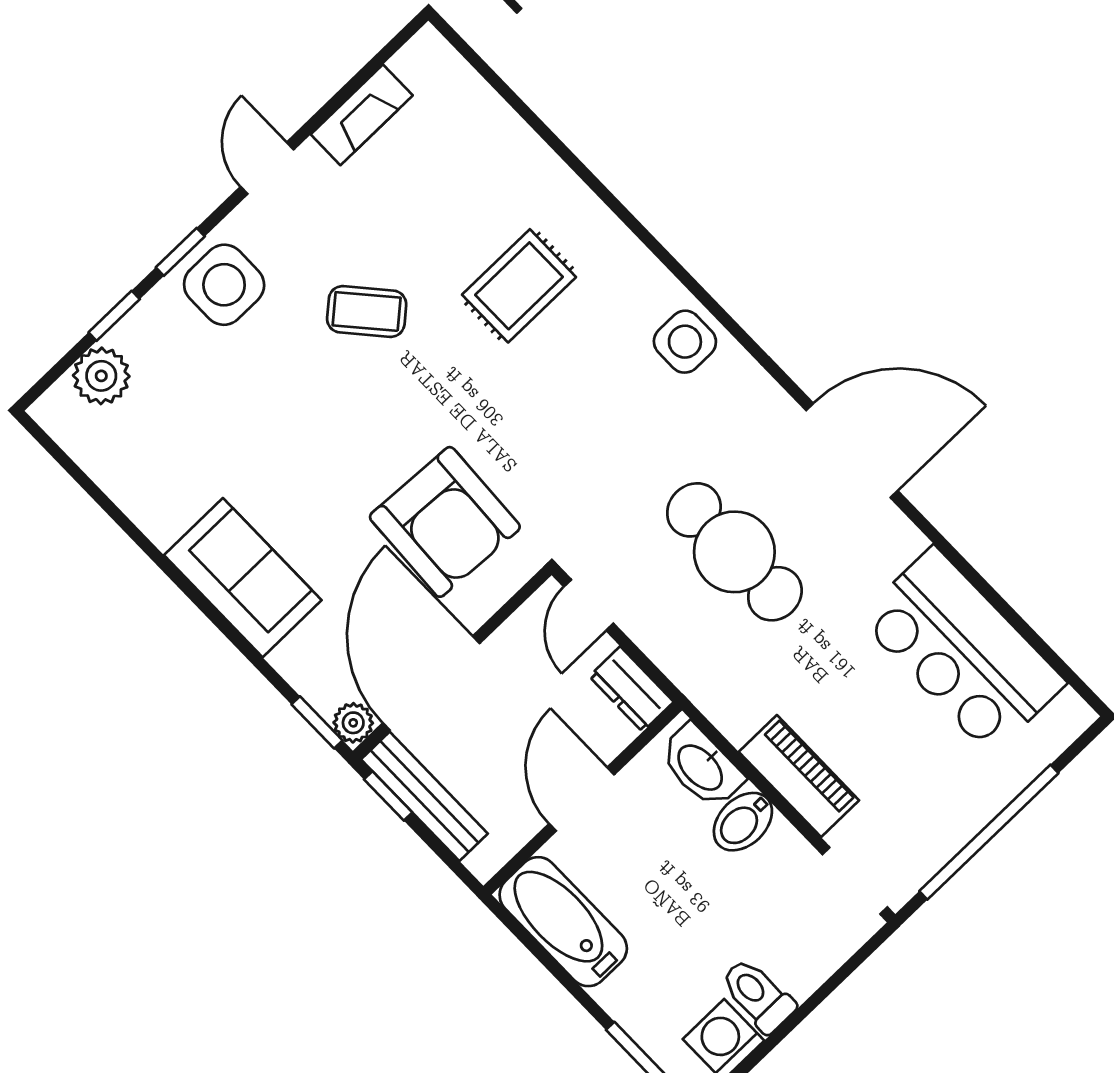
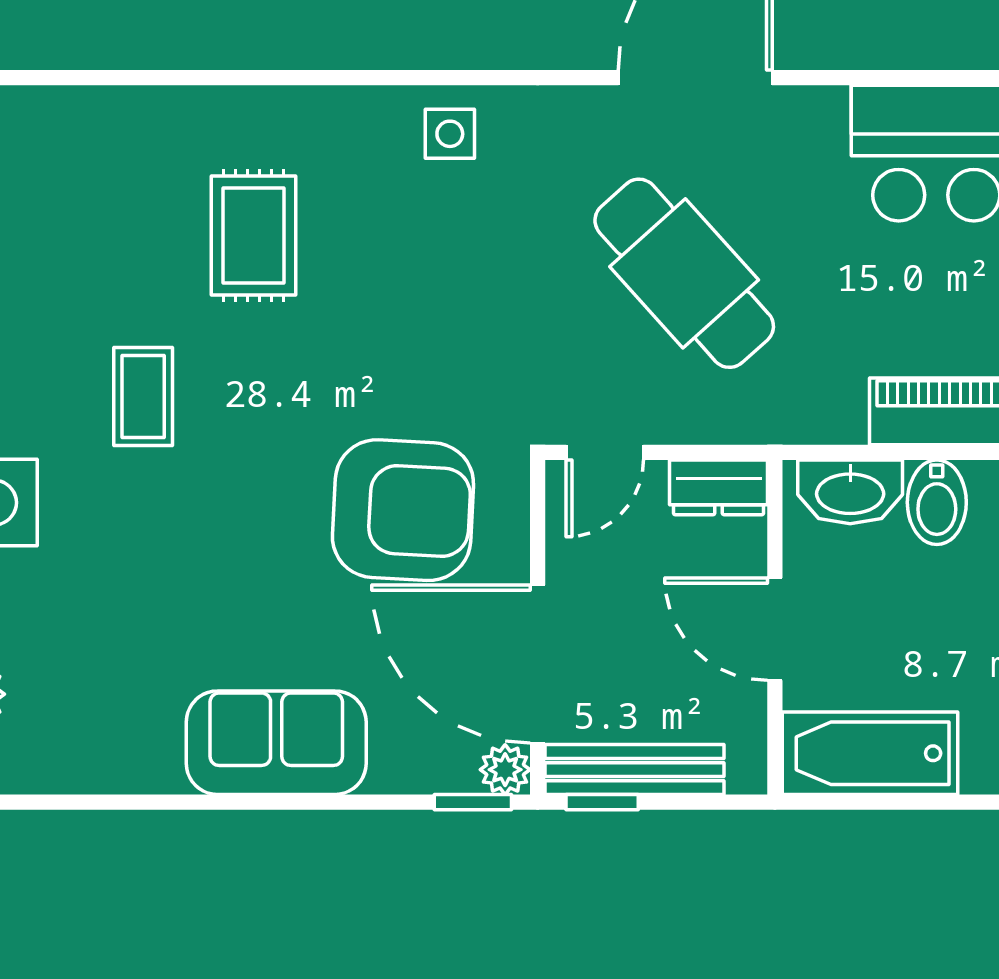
coffee table: (367, 312) -> (143, 397), turned -49
side table: (685, 342) -> (450, 134), width x0.73, depth x0.73
cafe table: (734, 552) -> (684, 273), turned 48
door: (589, 605) -> (605, 452), hinge flipped

